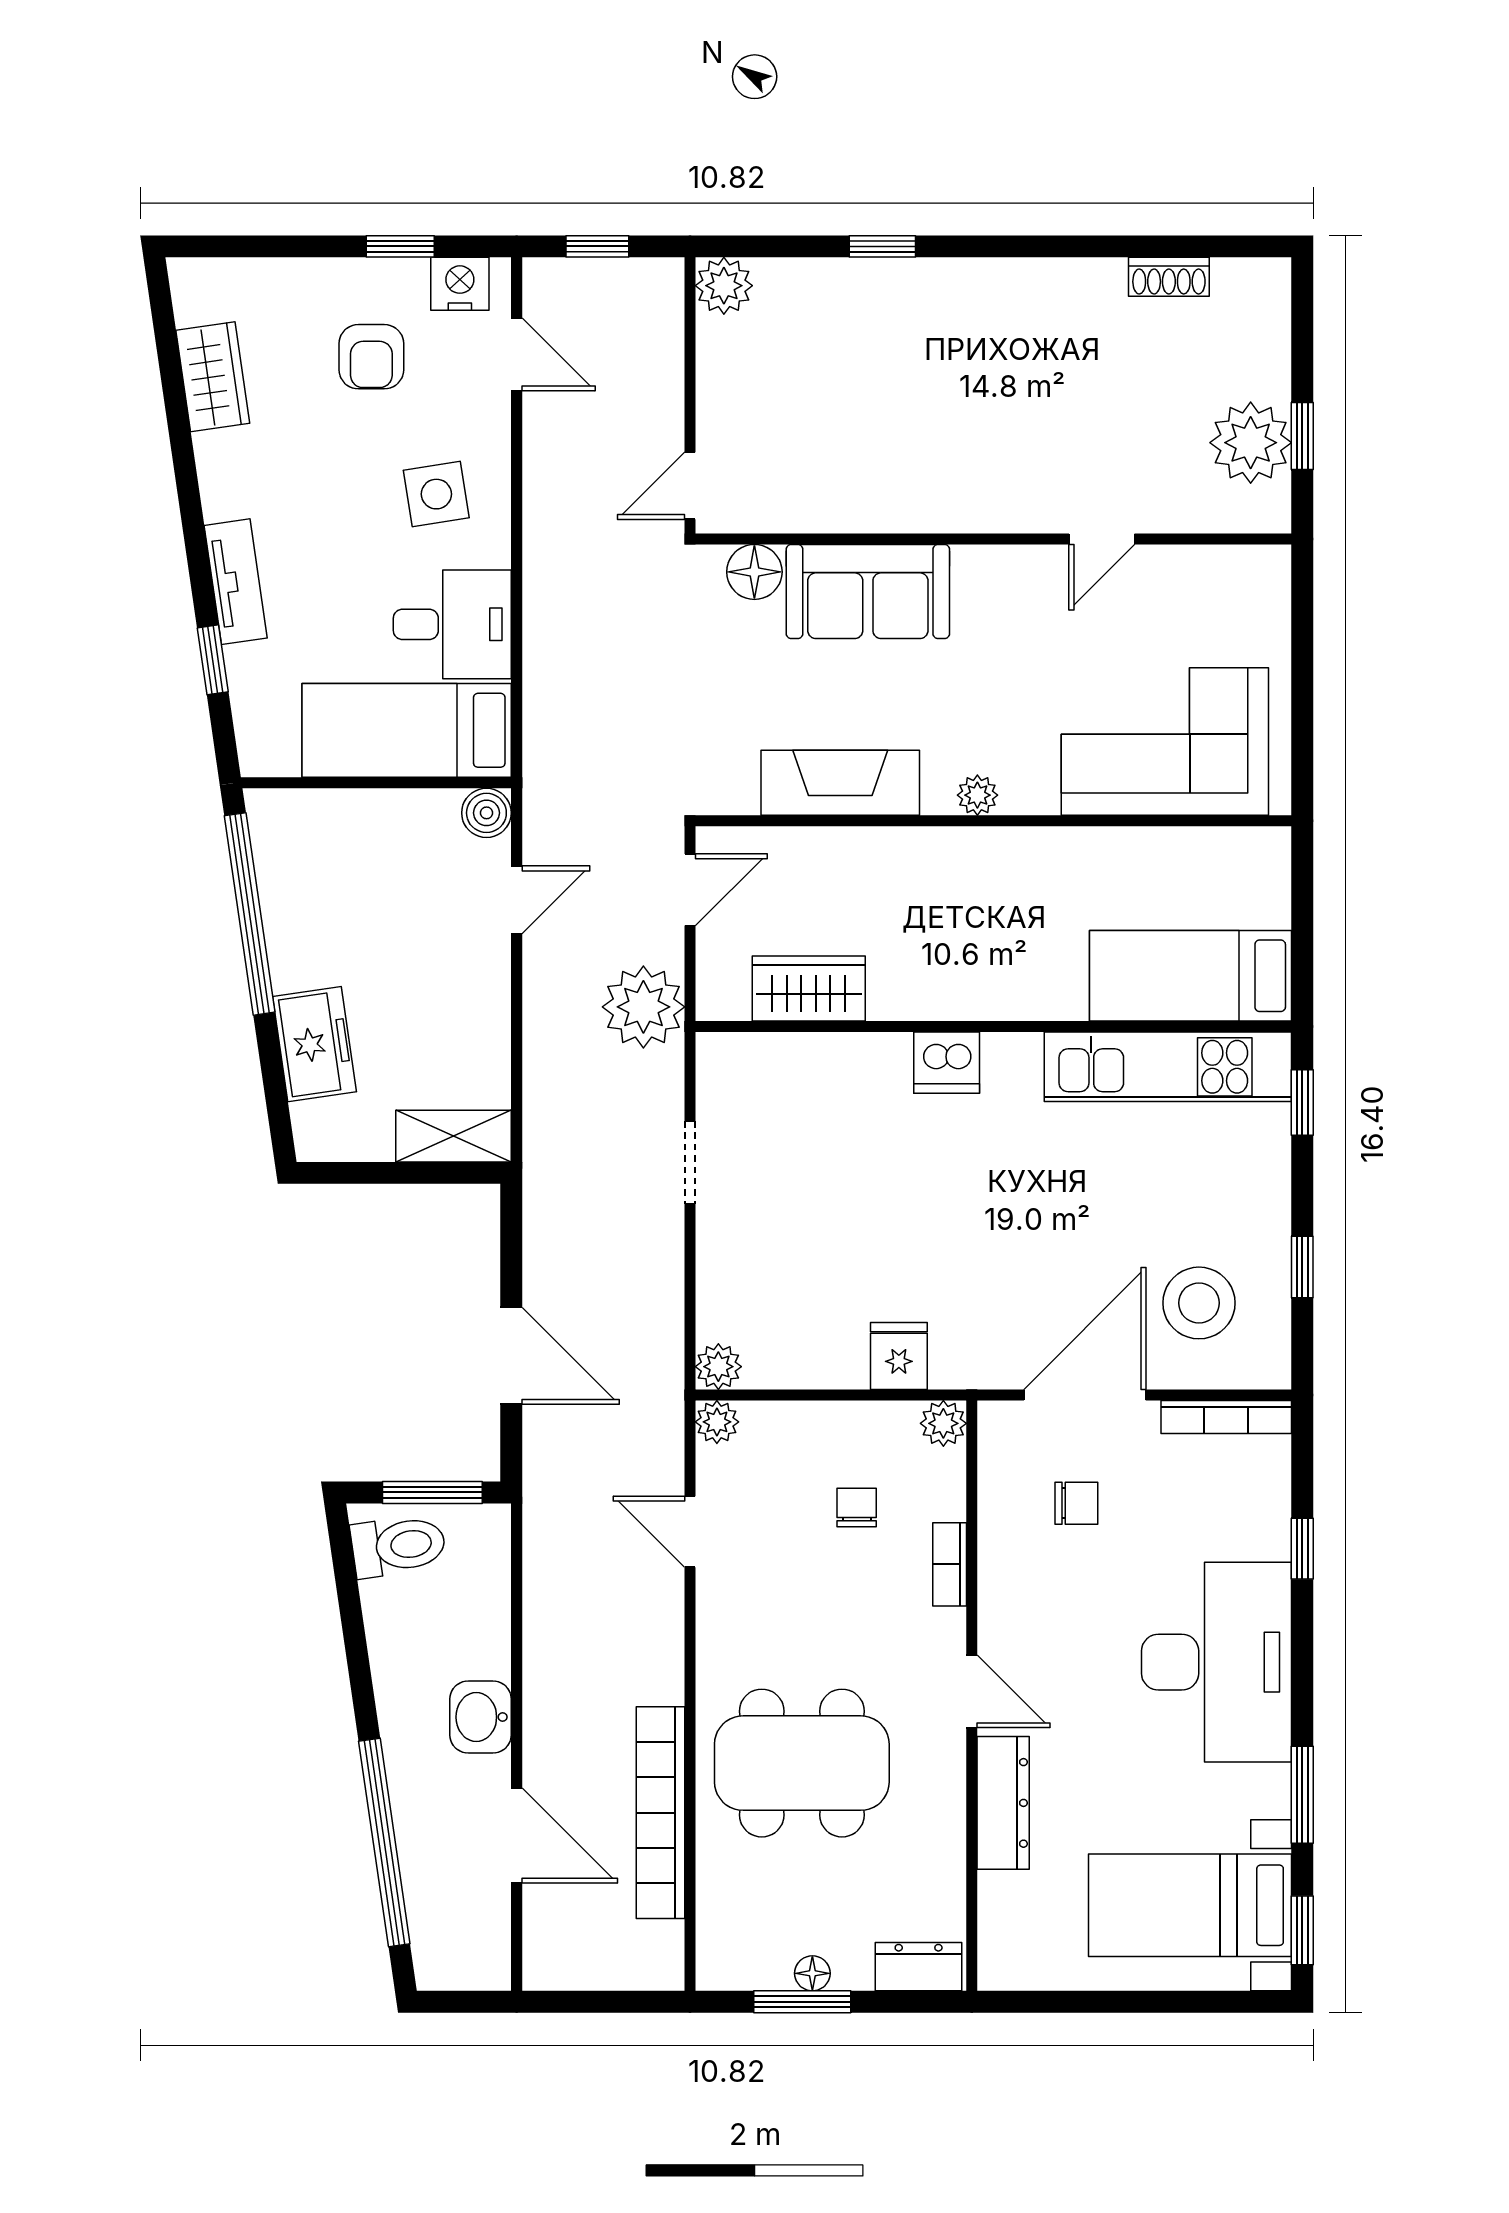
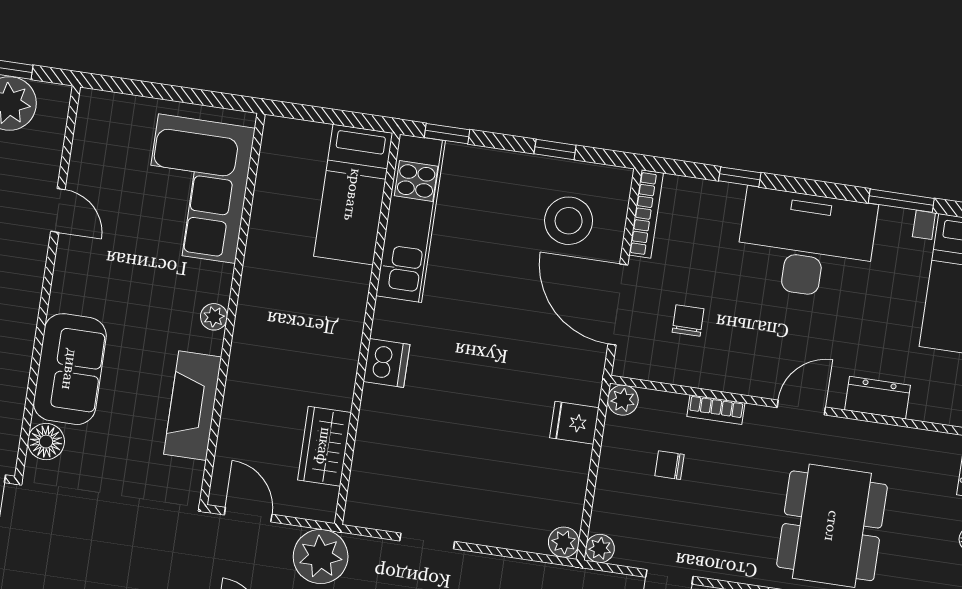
dresser: (1003, 1803) -> (878, 398), width x0.70

